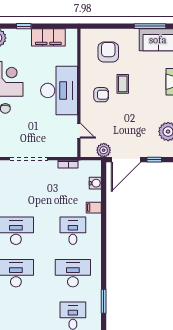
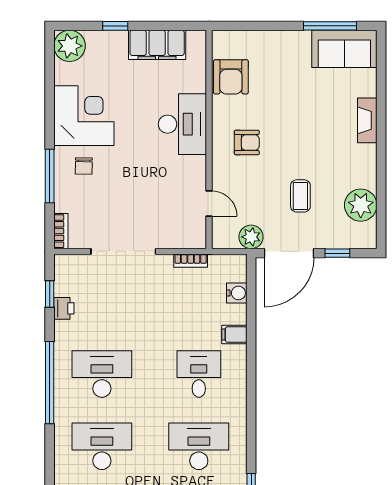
armchair: (108, 52) -> (231, 77), moved, turned 180
coffee table: (123, 84) -> (300, 196), moved
desk: (59, 90) -> (182, 124), width x0.73, depth x0.77

